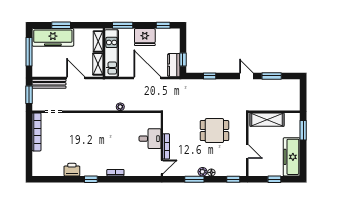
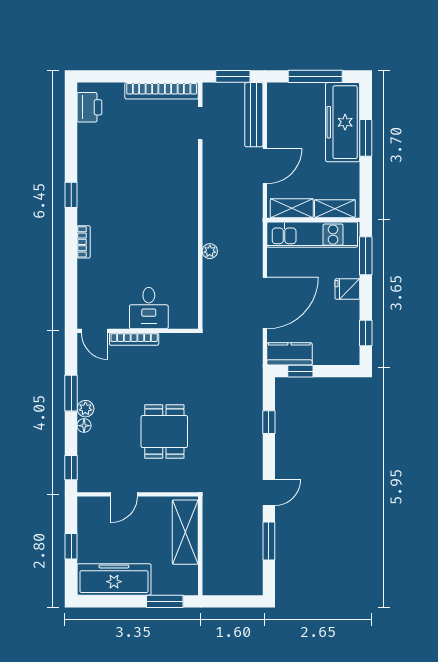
fridge: (145, 37) -> (347, 289), width x0.53, depth x0.75
printer: (72, 170) -> (89, 107), moved

